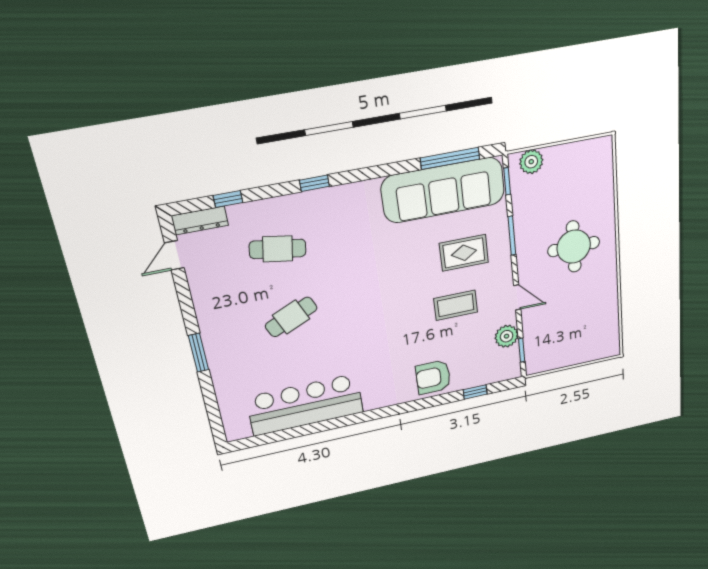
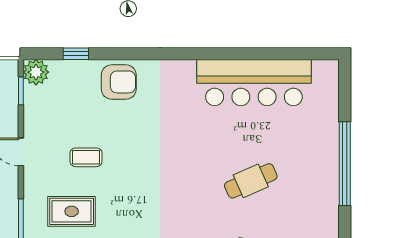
coffee table: (456, 305) -> (86, 157), width x0.73, depth x0.77
plant: (507, 336) -> (36, 72), moved
window: (199, 353) -> (345, 164), width x2.11

